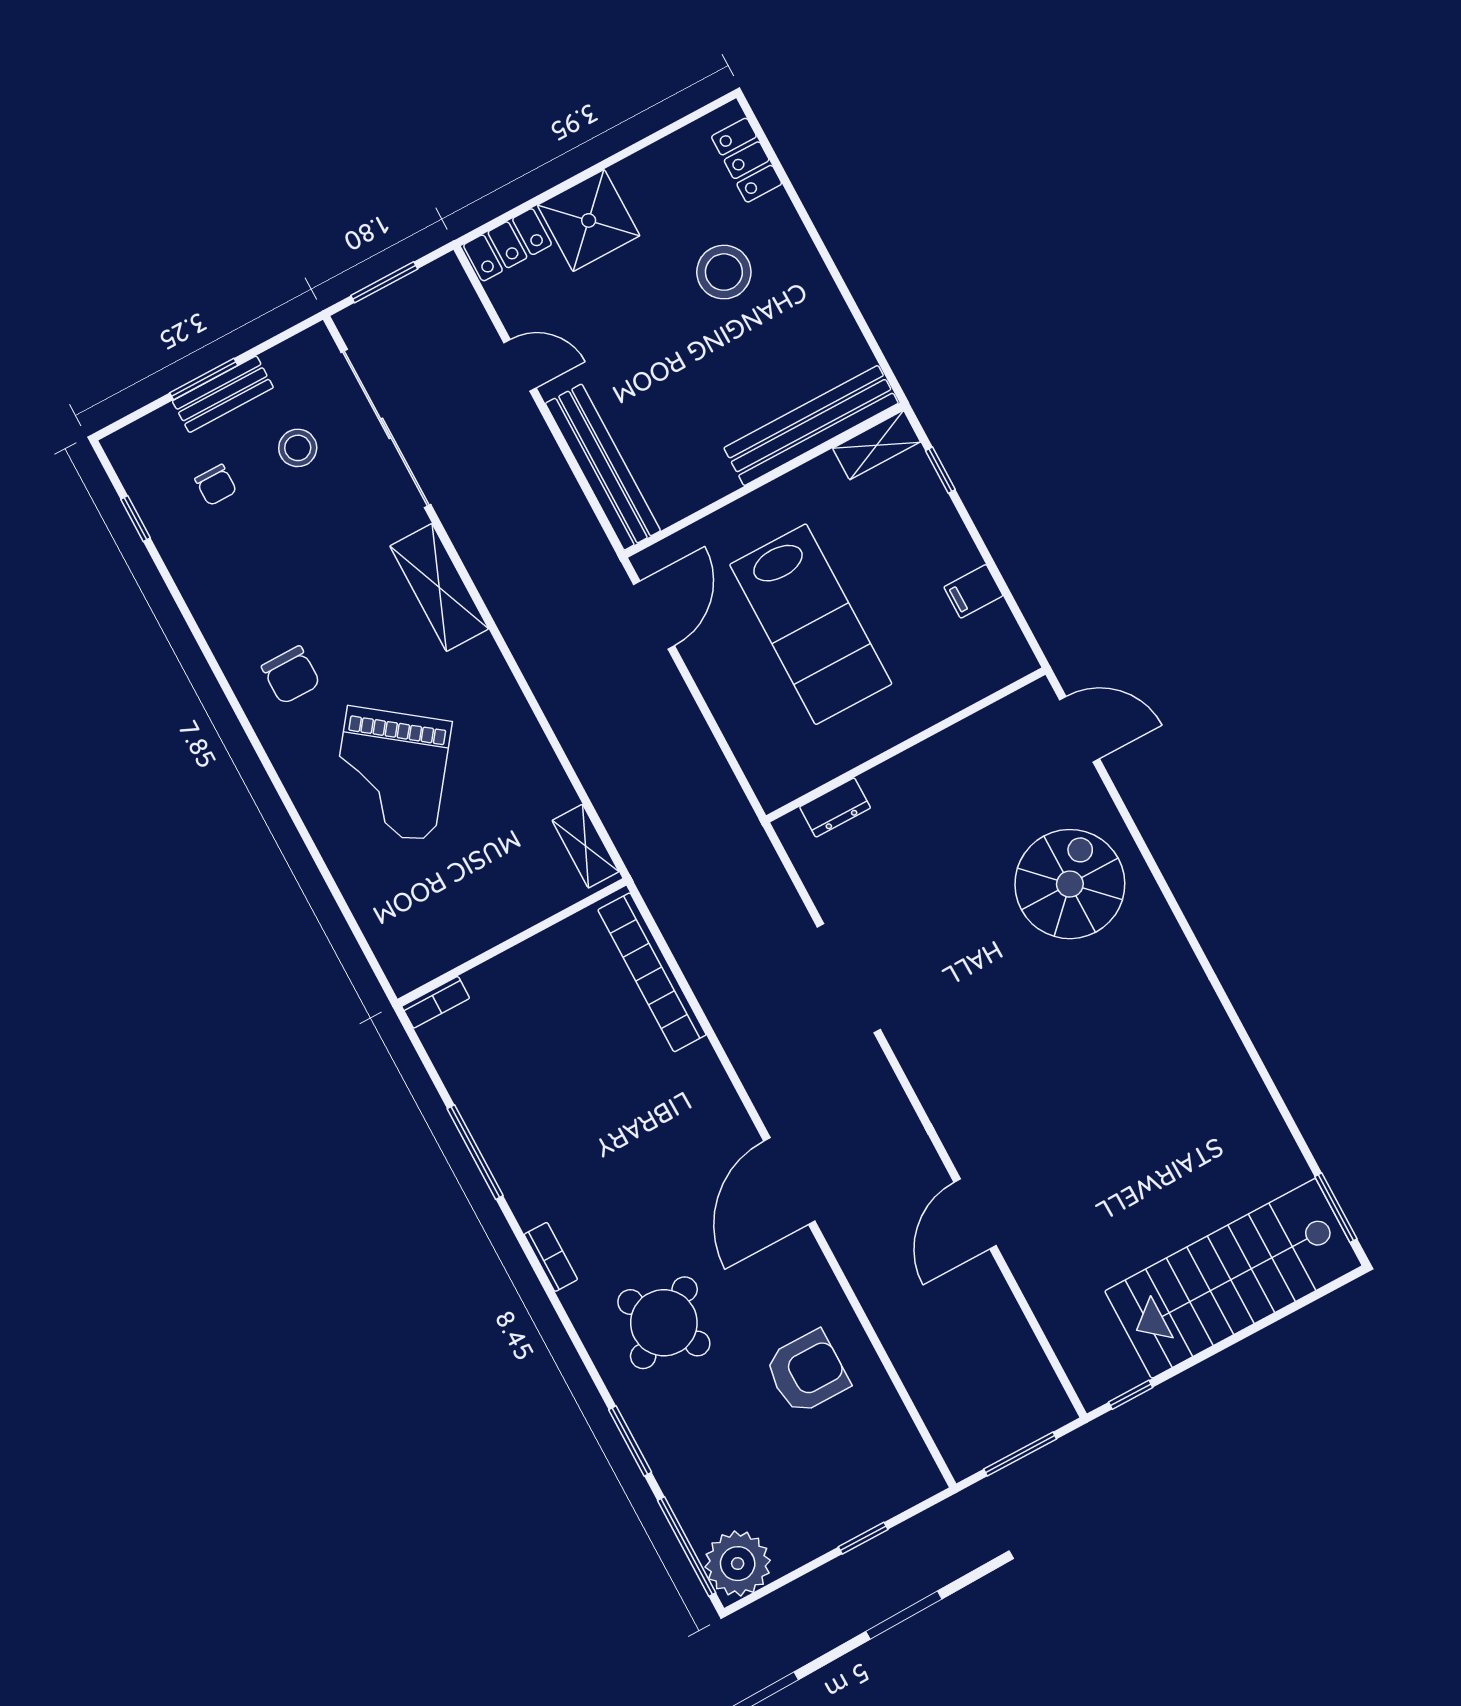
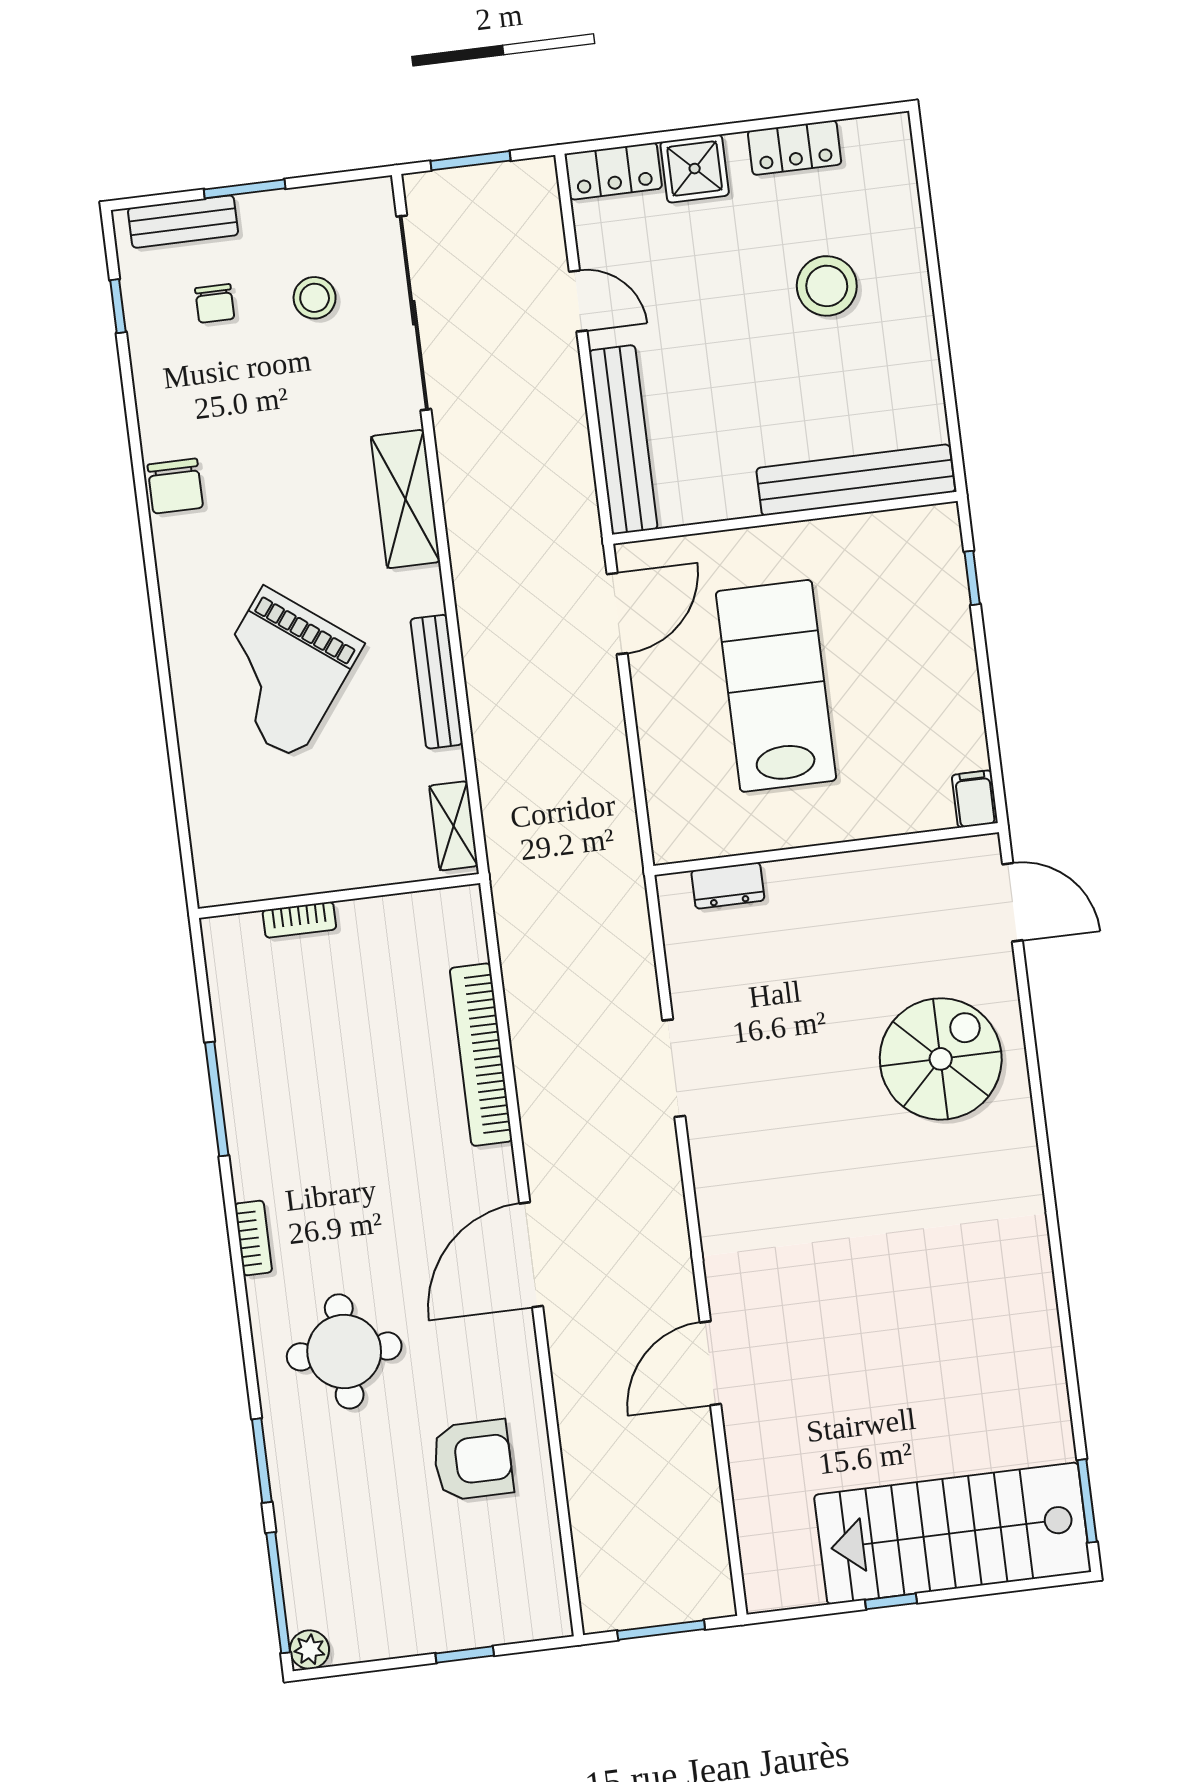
locker: (747, 160) -> (795, 148), moved, turned -90
shower: (589, 220) -> (695, 169), width x0.73, depth x0.73
bench: (223, 394) -> (183, 222), moved
shelving: (877, 445) -> (916, 526), removed
filing cabinet: (973, 591) -> (975, 799), moved, turned 90
lab bench: (811, 624) -> (776, 686), turned 180
chair: (291, 675) -> (175, 486), moved
bench: (524, 731) -> (437, 682), added
bookcase: (652, 972) -> (481, 1055), moved
doorway: (849, 978) -> (674, 1068), width x0.73
bookcase: (436, 1002) -> (299, 920), moved
round table: (664, 1323) -> (344, 1351), turned 30
window: (1131, 1395) -> (891, 1601), moved
plant: (738, 1564) -> (310, 1650), width x0.53, depth x0.53

